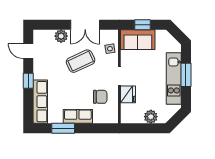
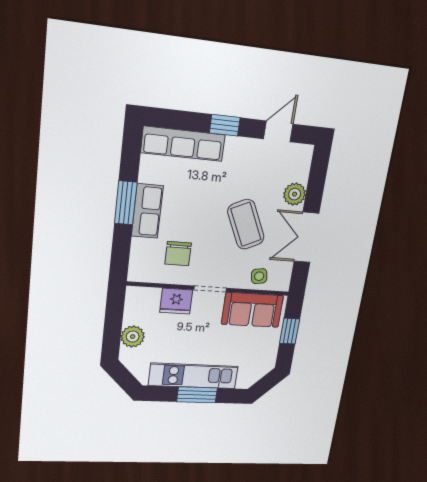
sofa: (138, 40) -> (252, 310), moved, turned -90
window: (63, 128) -> (126, 203), moved

